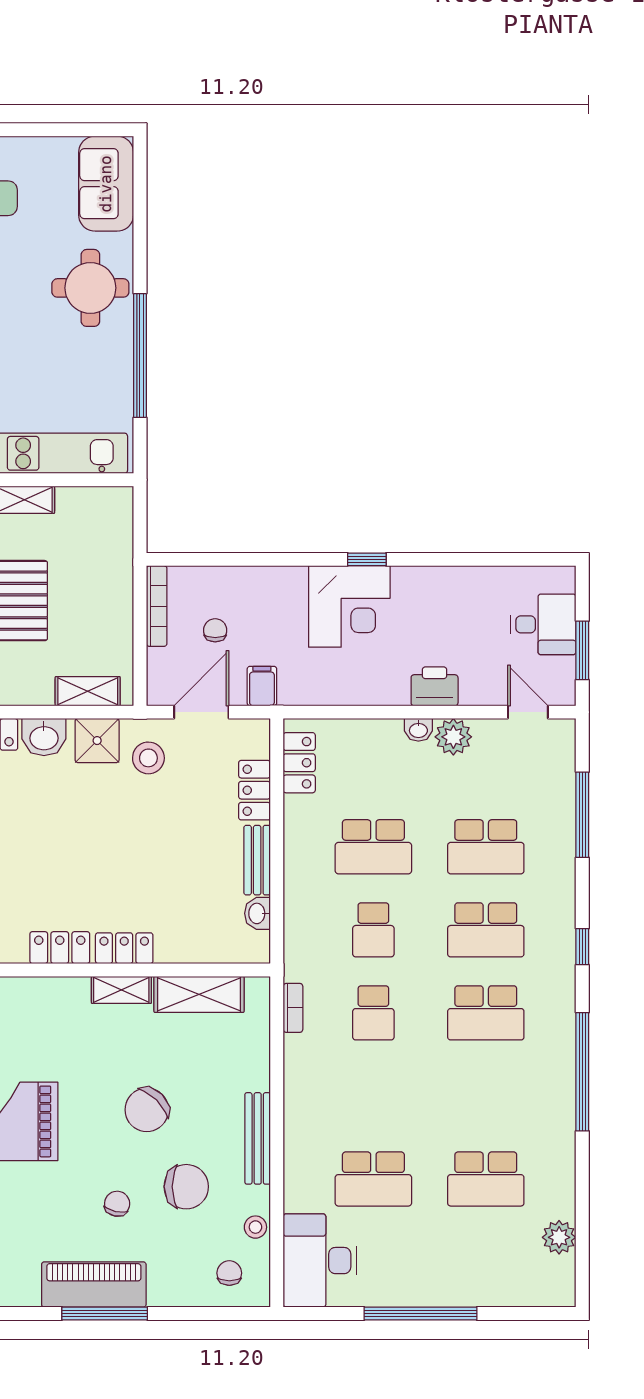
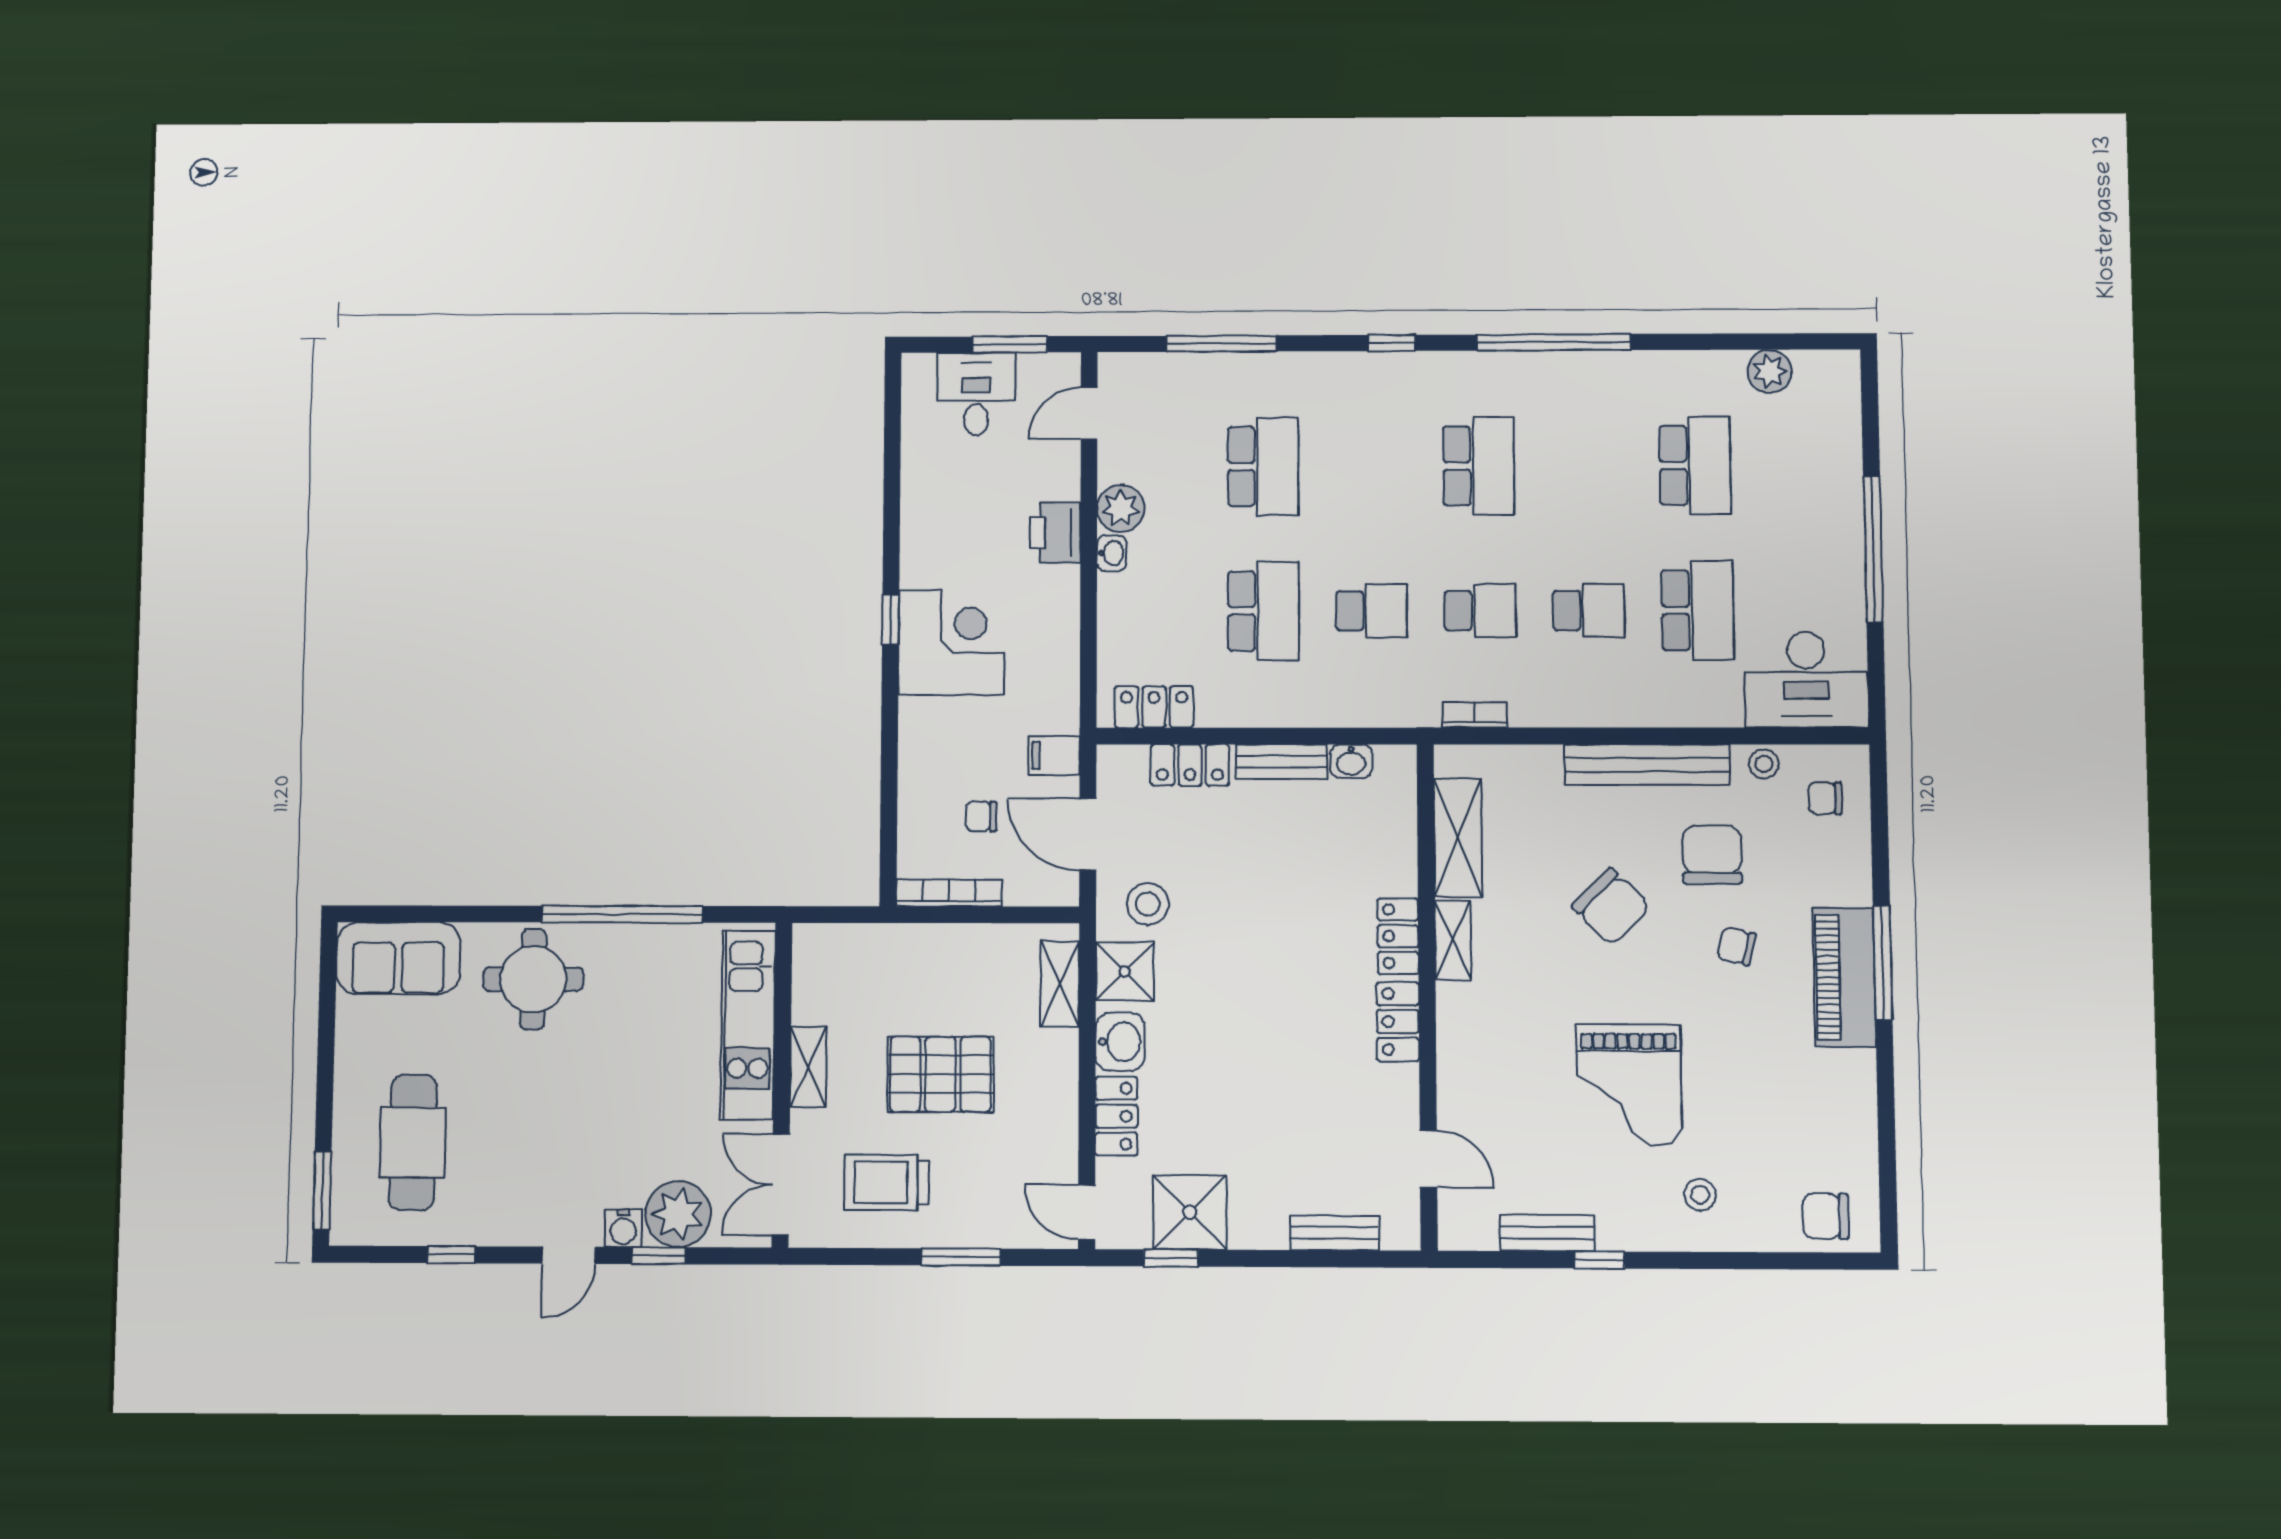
school desk: (486, 930) -> (1589, 610), moved, width x0.54
bench: (258, 1138) -> (1647, 765), width x1.37, depth x1.21

